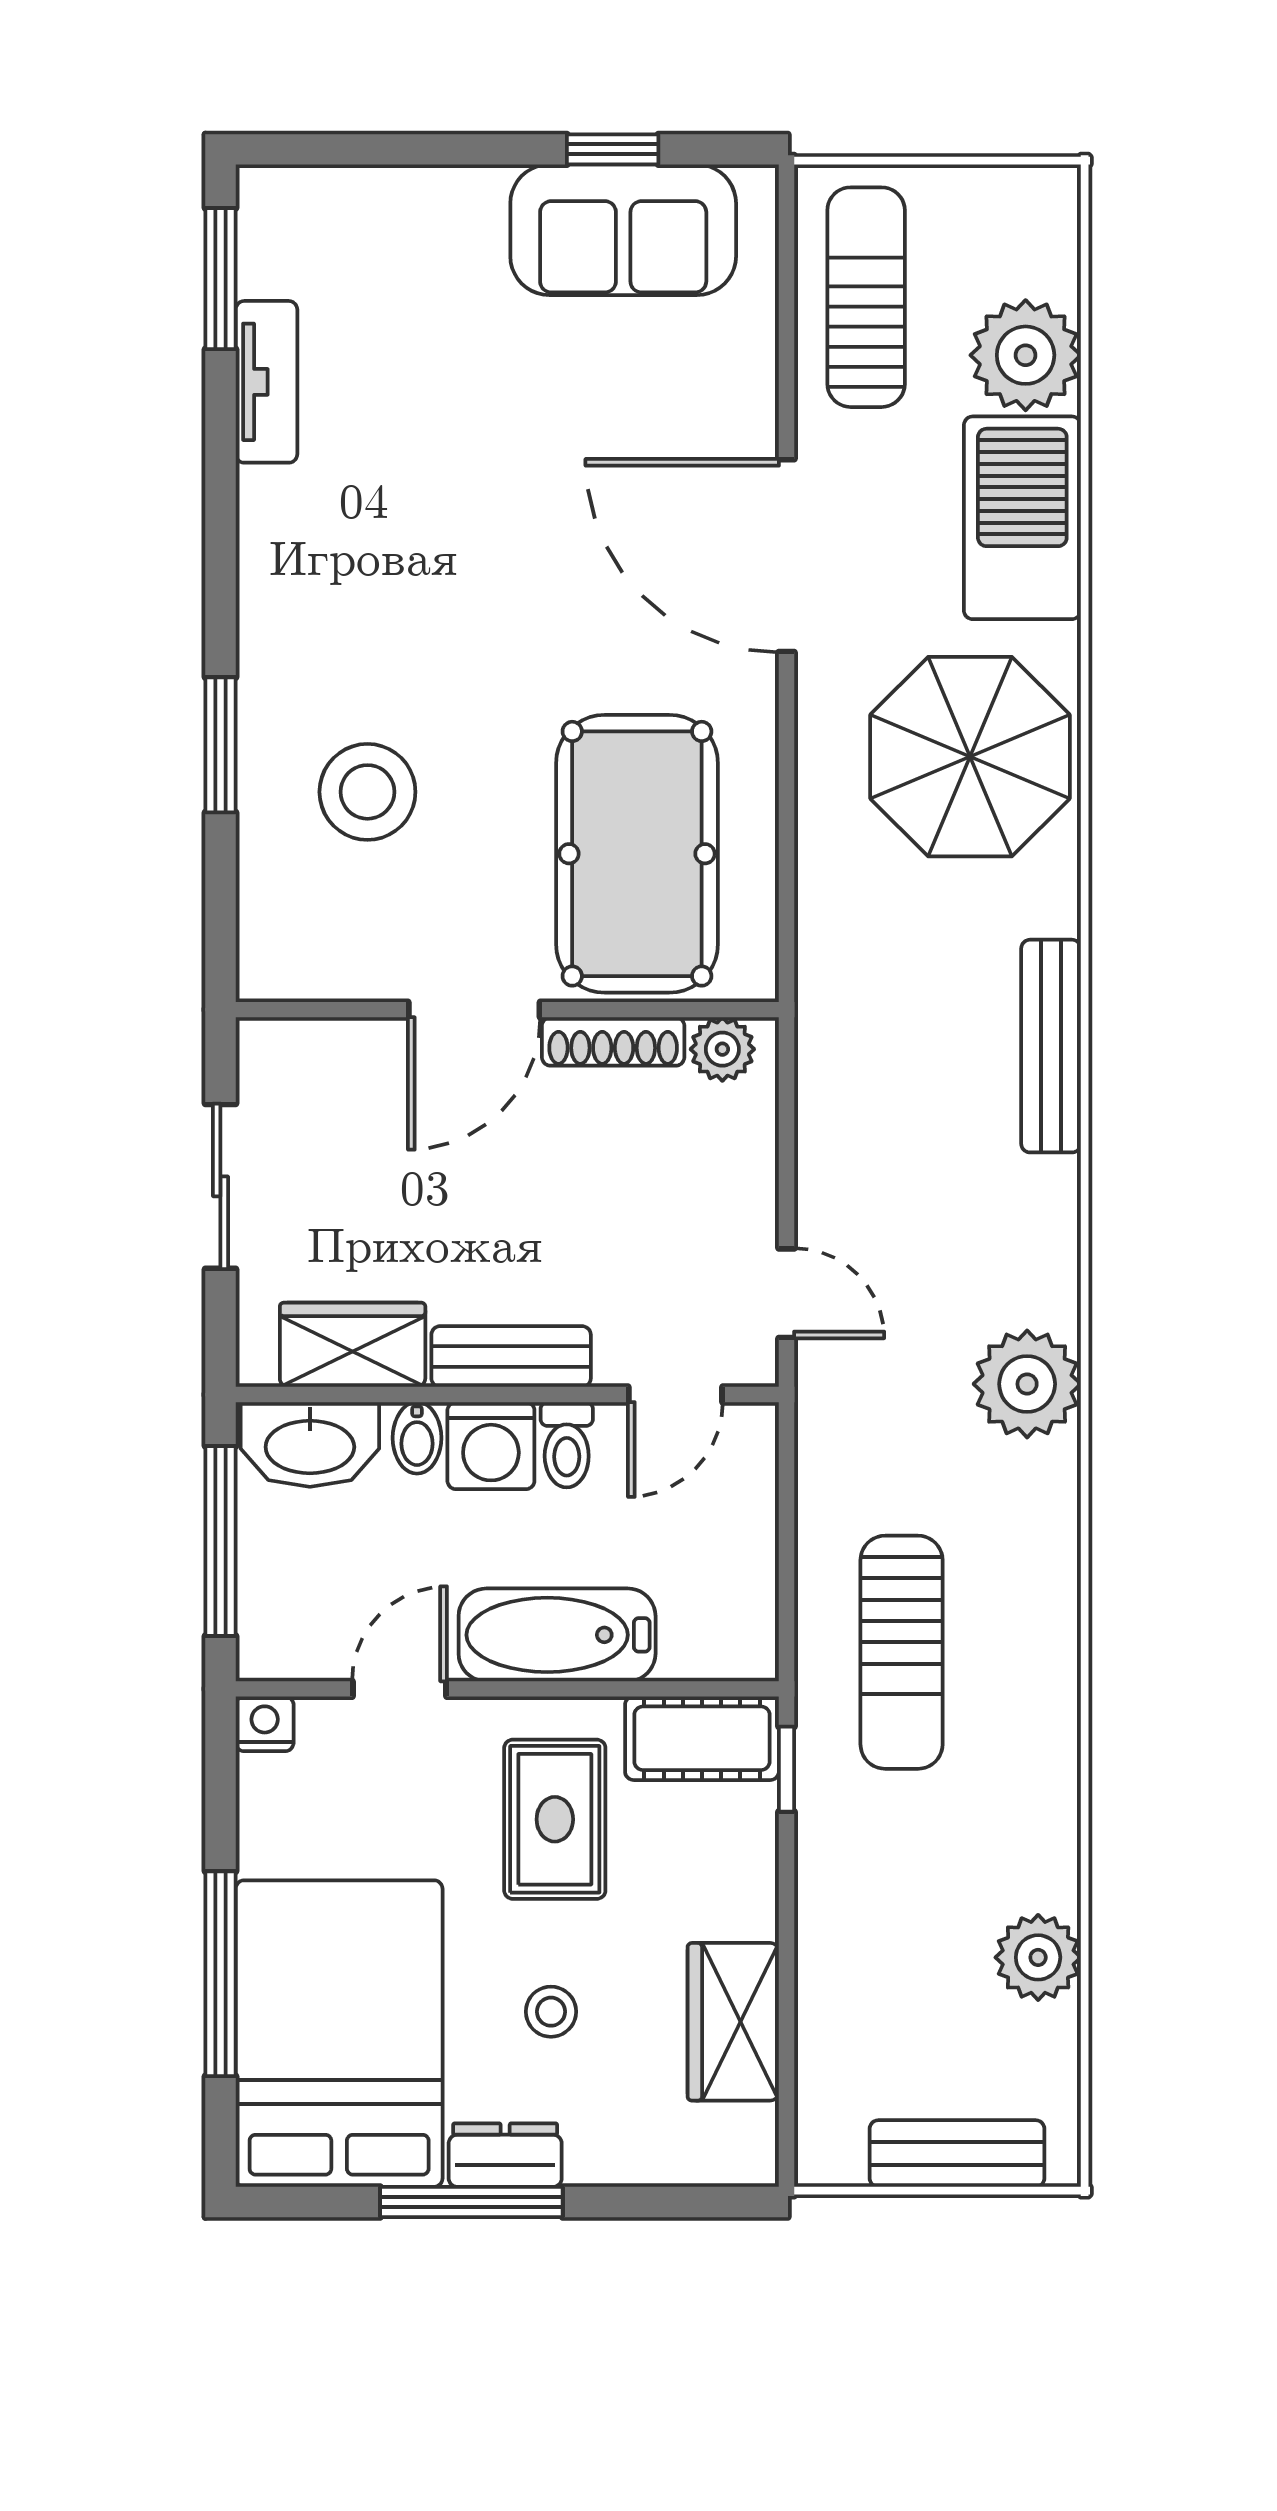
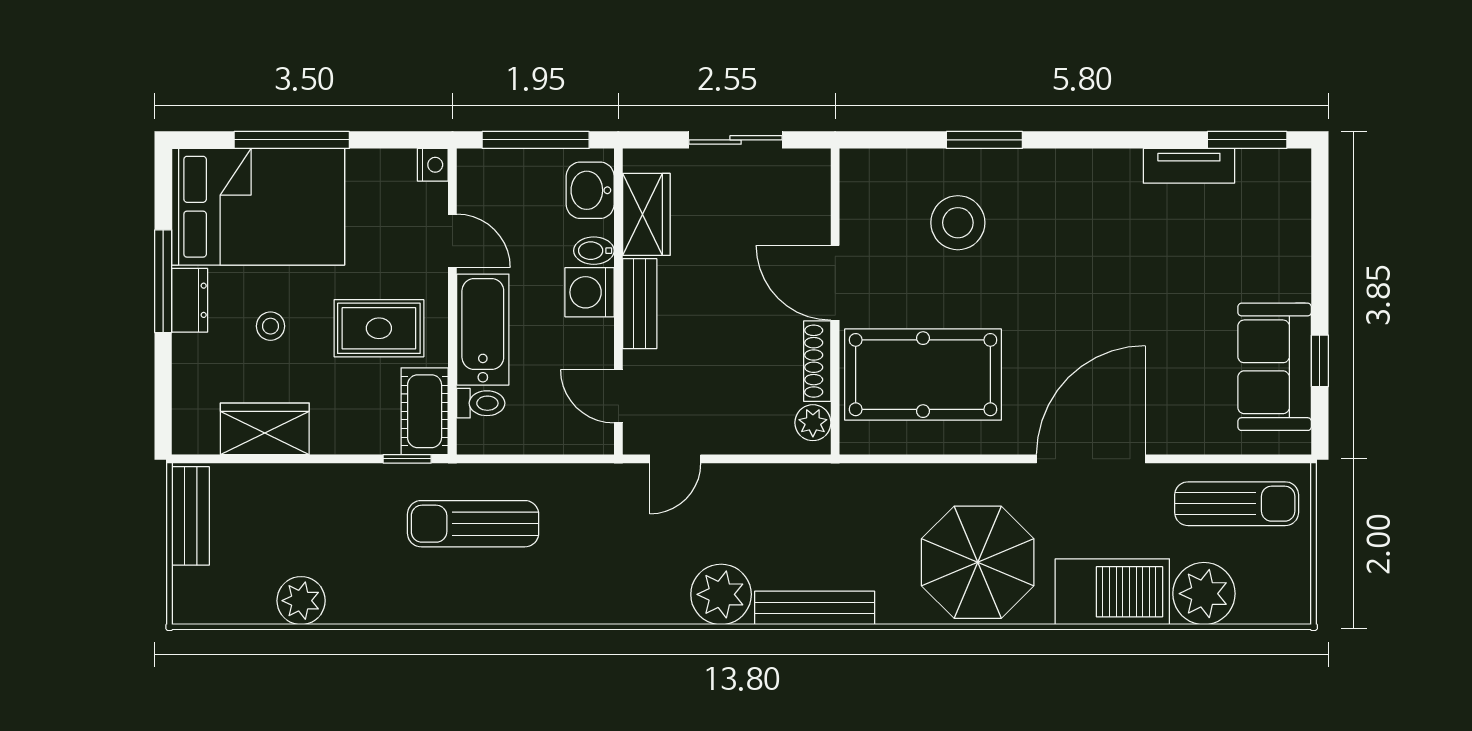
plant: (1027, 1384) -> (721, 594), moved
washbasin: (310, 1444) -> (590, 190), width x0.72
toilet: (567, 1445) -> (481, 403), moved, turned 180
bench: (957, 2154) -> (191, 516), moved

